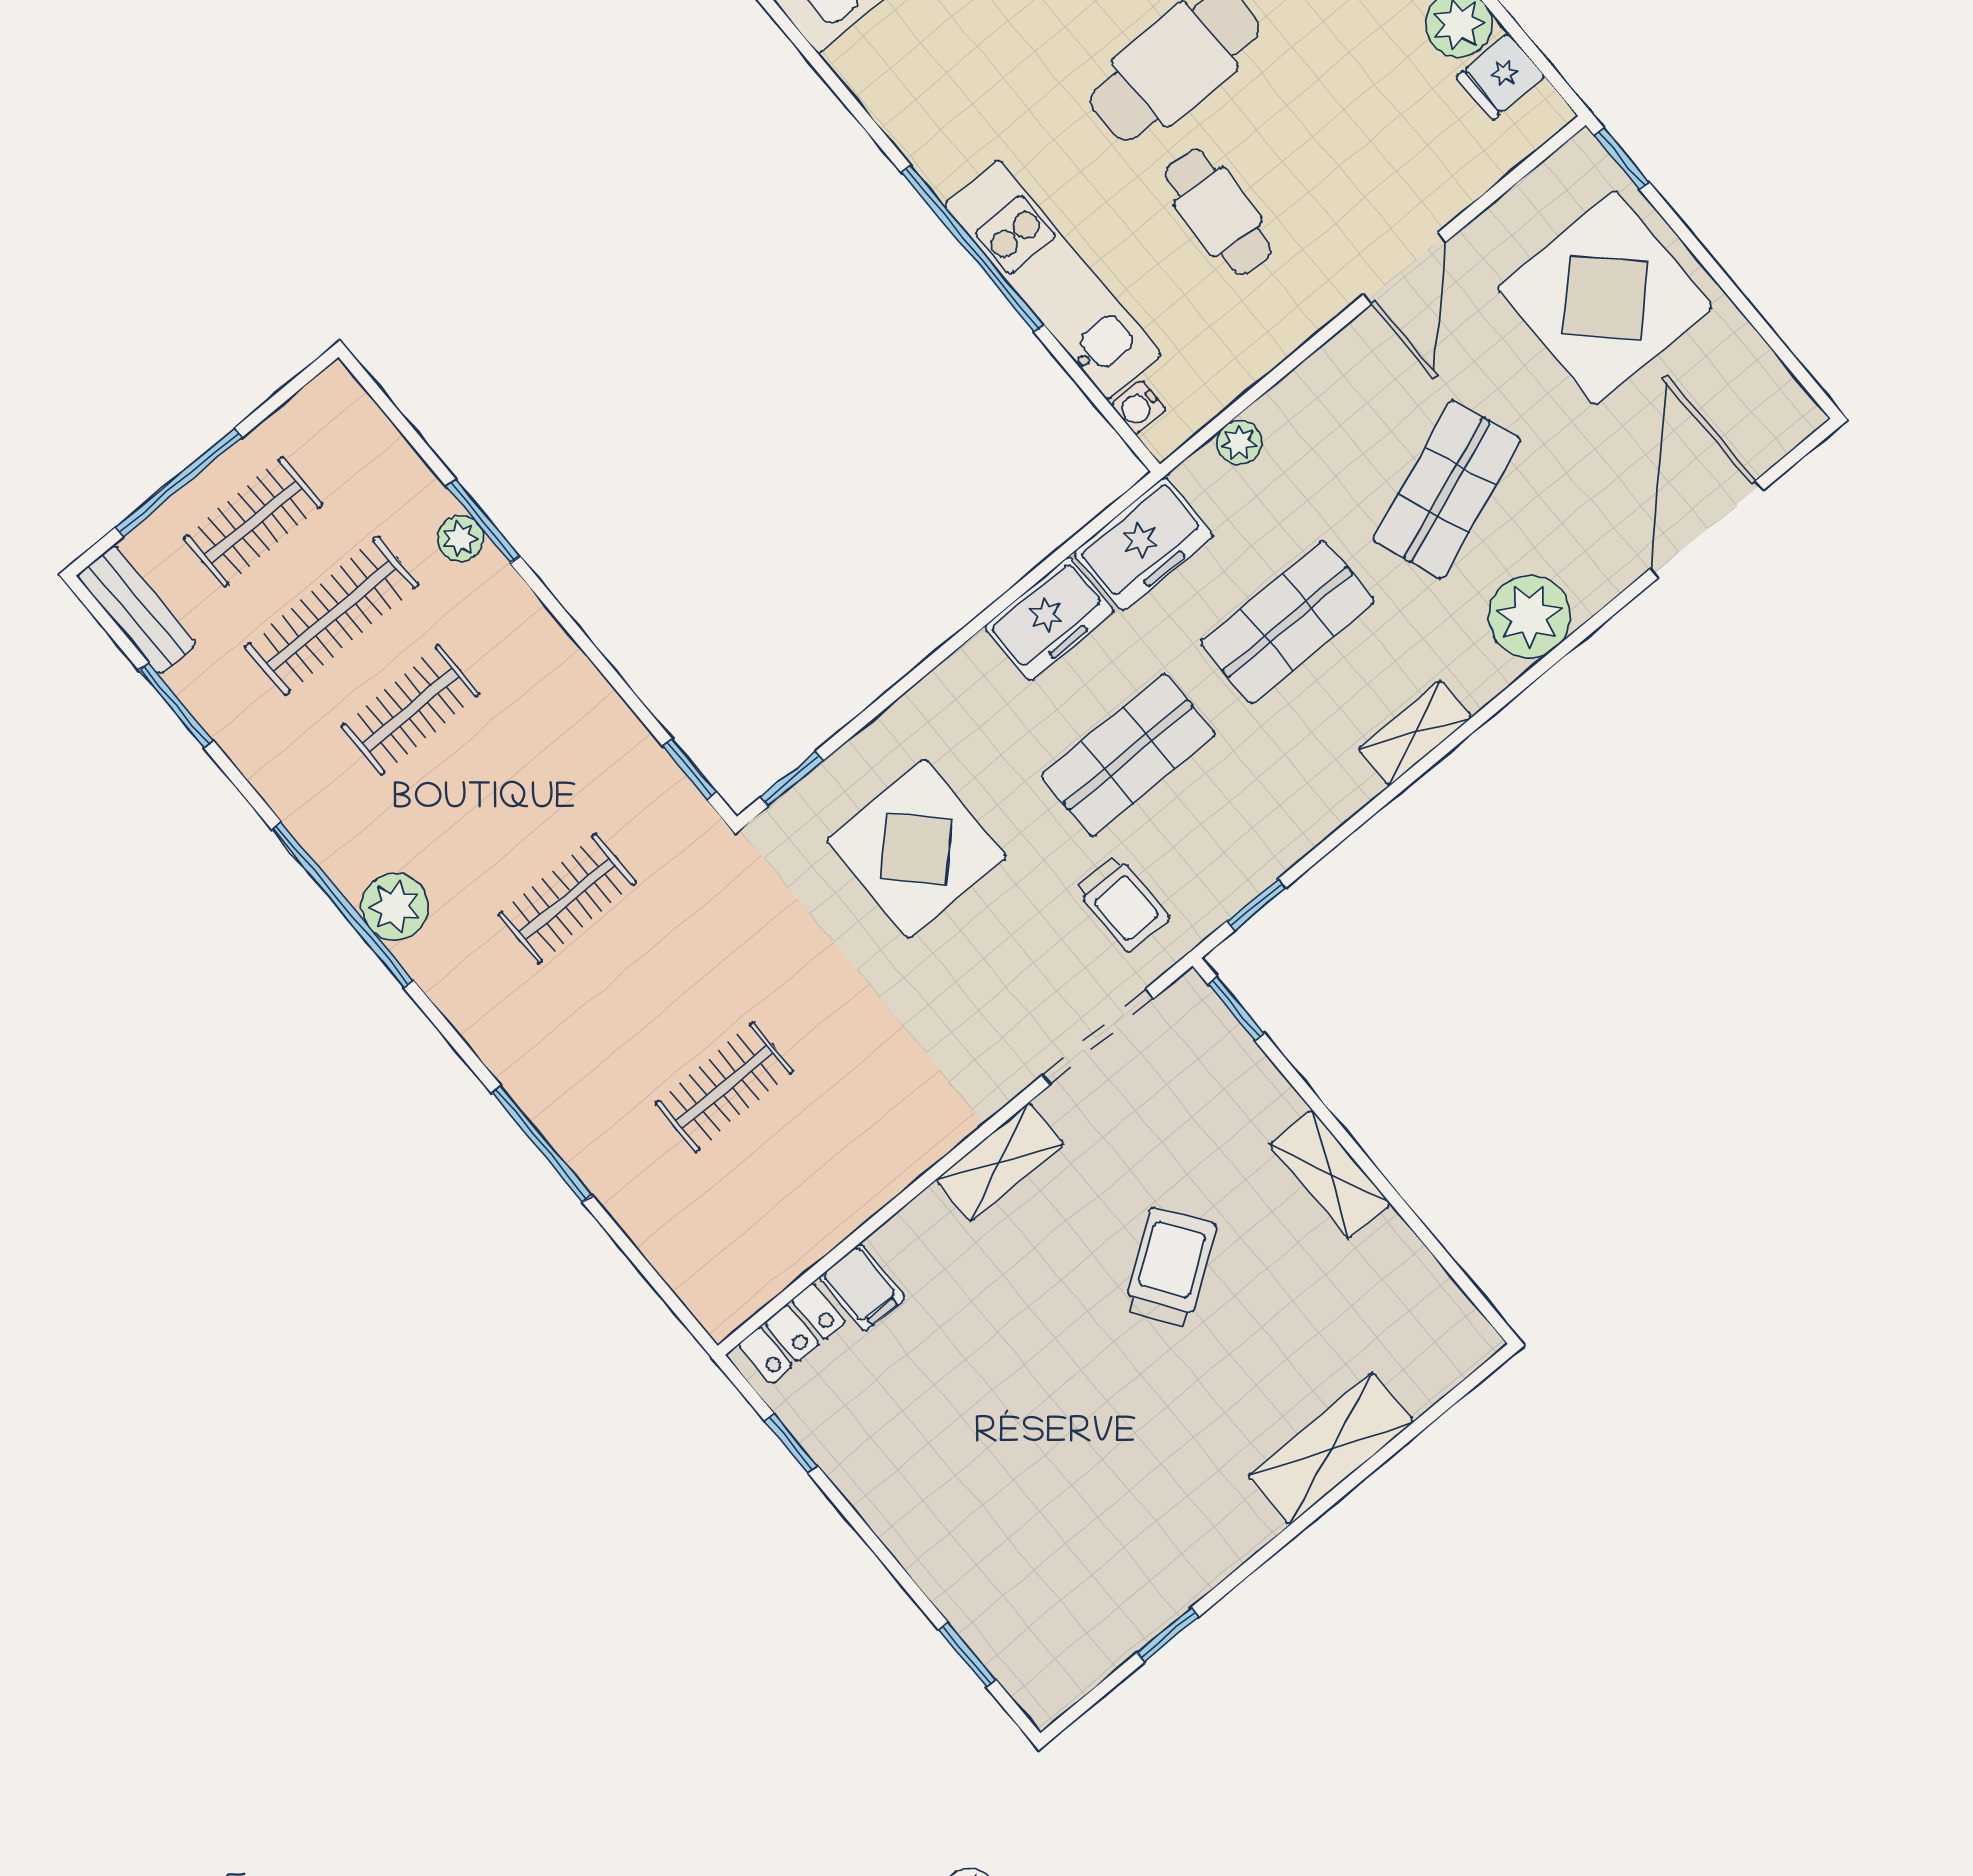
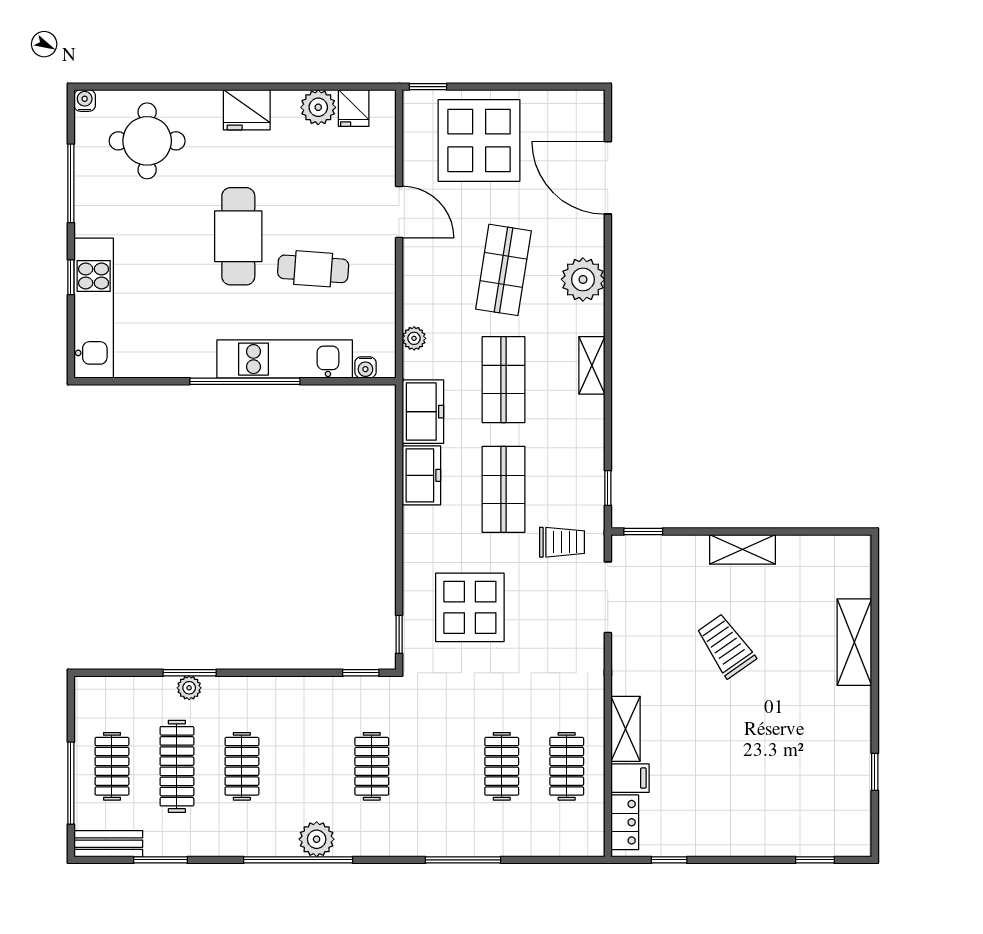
shop shelf: (1447, 490) -> (503, 270), turned 30
shelving: (1000, 1162) -> (626, 729), moved
clothes rail: (803, 1181) -> (567, 766), added

